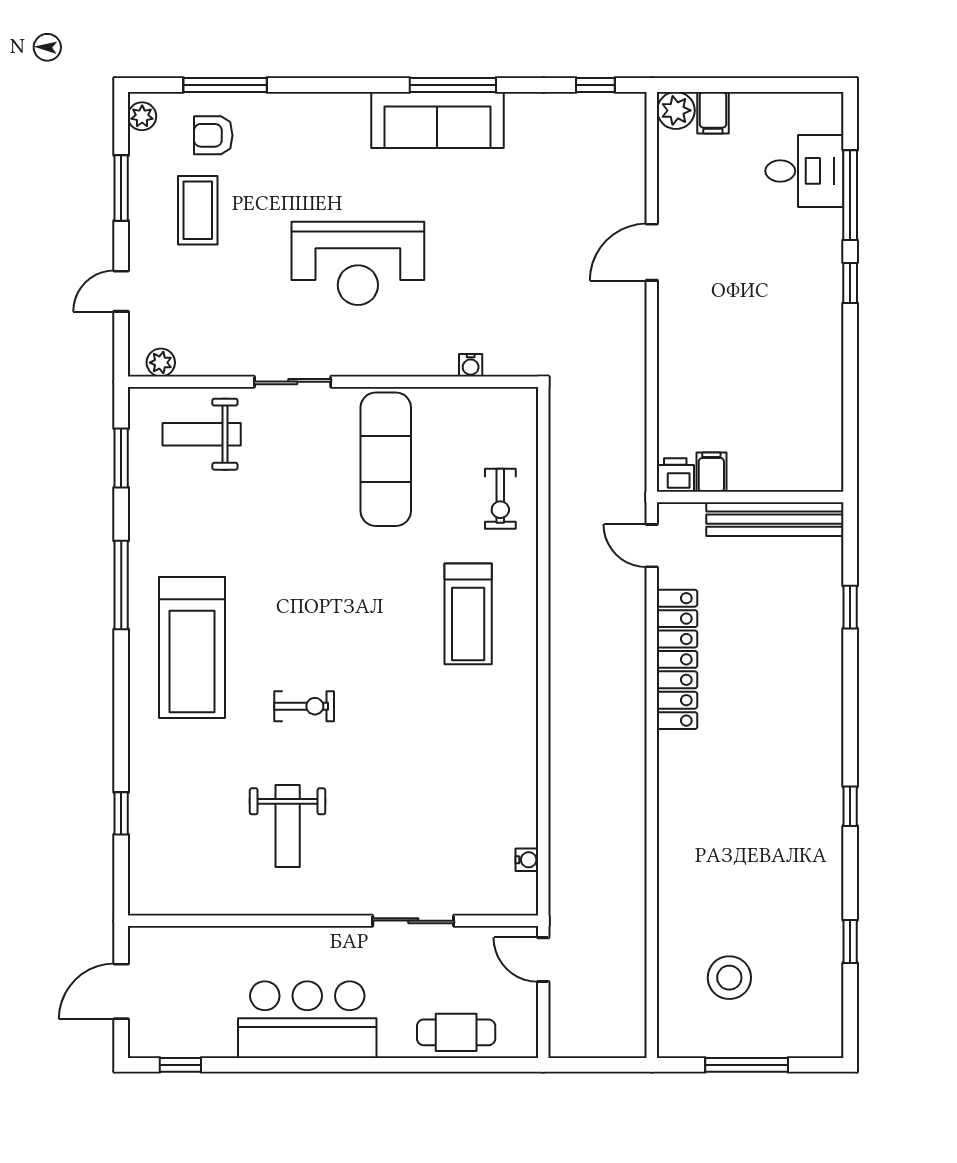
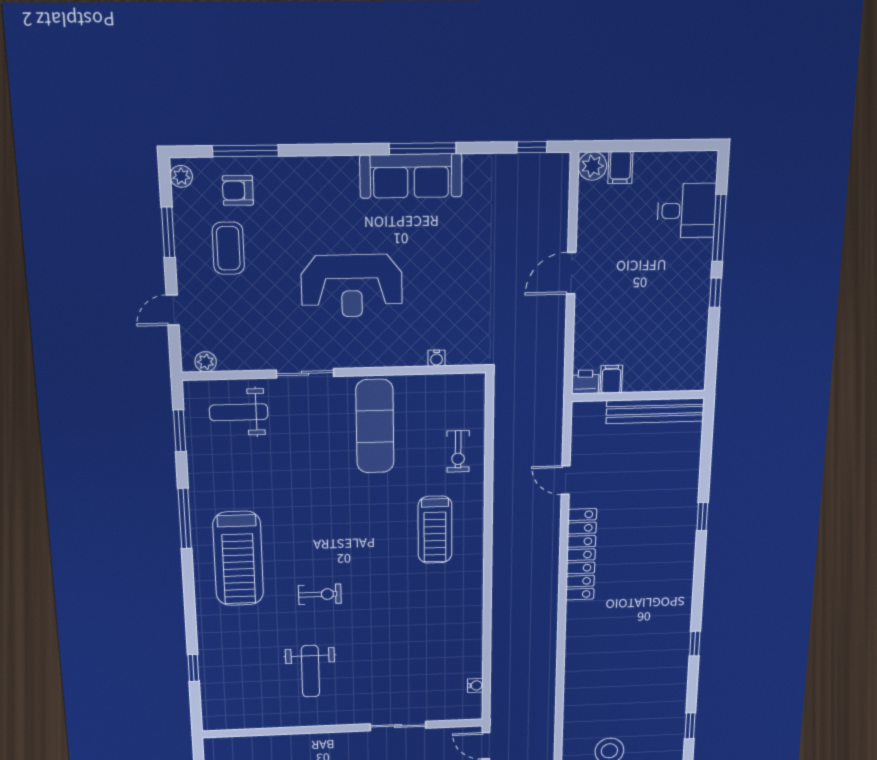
filing cabinet: (711, 472) -> (611, 379), moved
printer: (675, 475) -> (585, 382), moved
wall: (750, 497) -> (638, 396), moved
bench: (775, 519) -> (655, 411), moved

